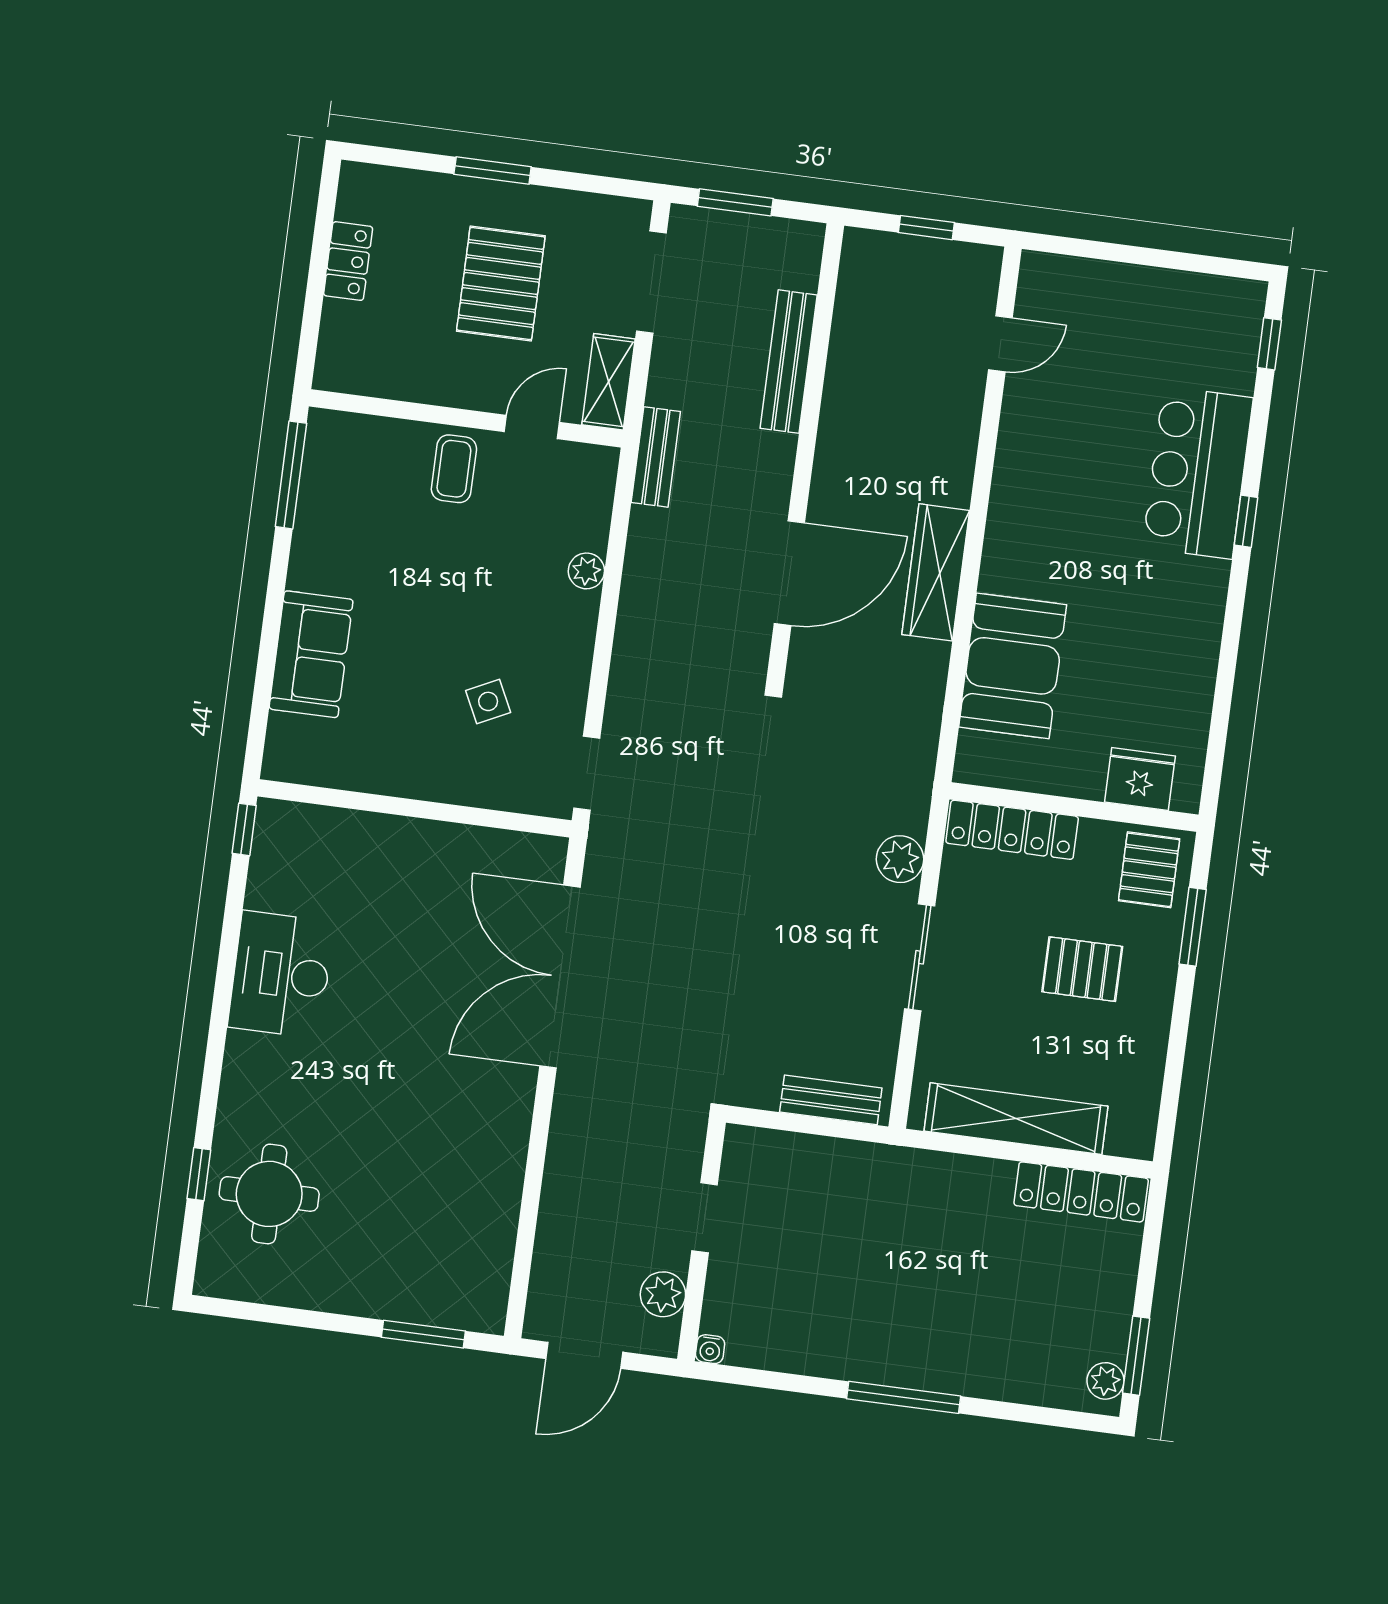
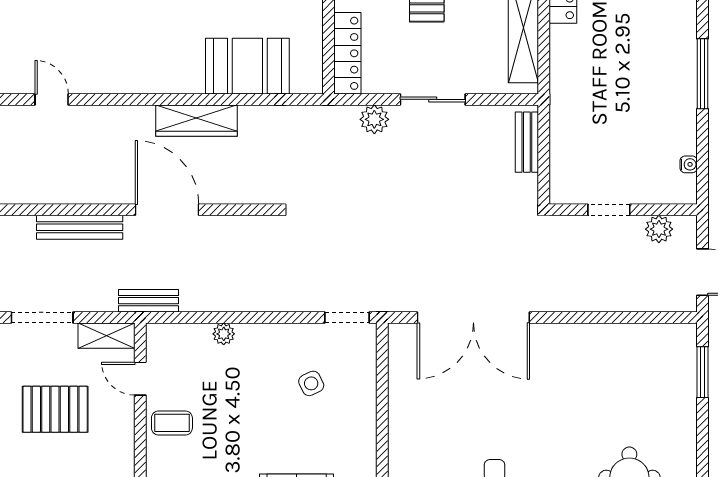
door: (789, 573) -> (167, 210), moved
water cooler: (710, 1349) -> (689, 164), moved

